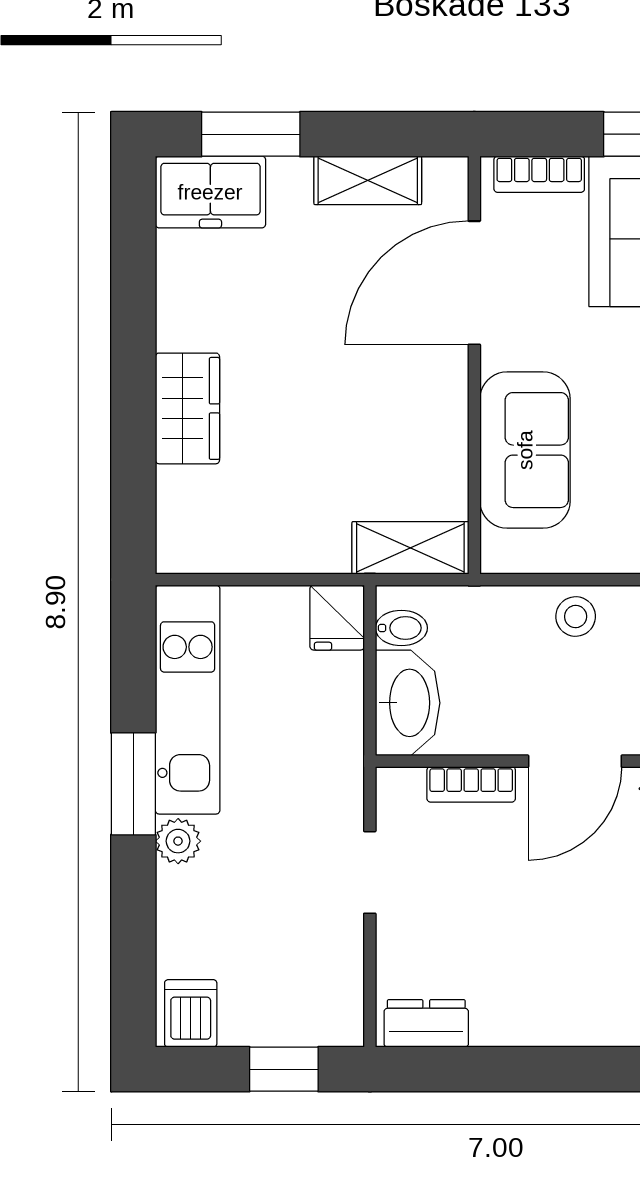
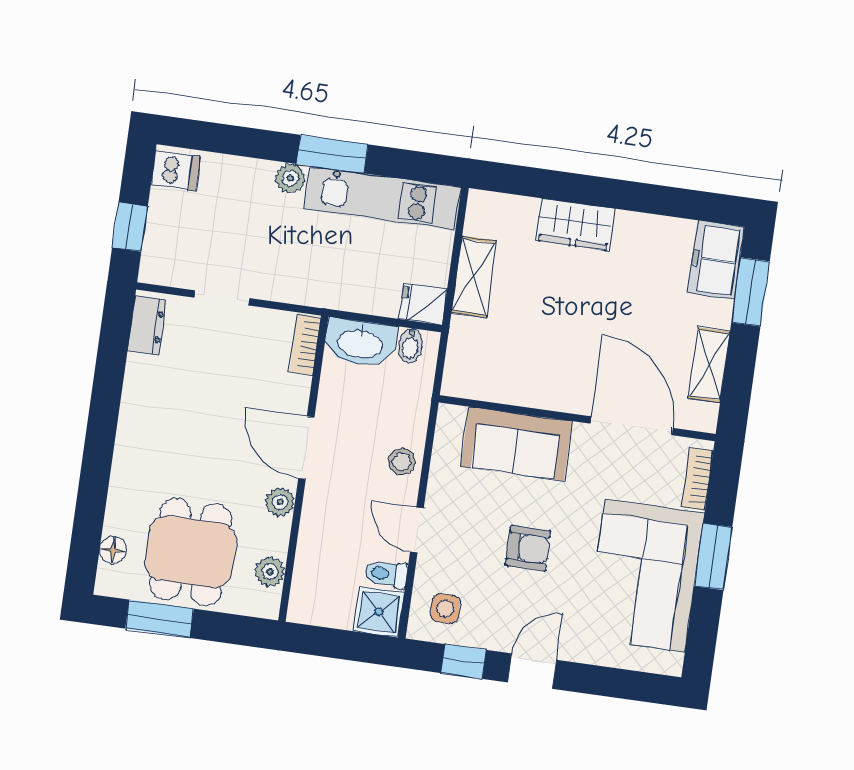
shelving: (410, 548) -> (474, 277), moved
bookcase: (471, 784) -> (305, 344), moved
doorway: (370, 872) -> (222, 298), moved

